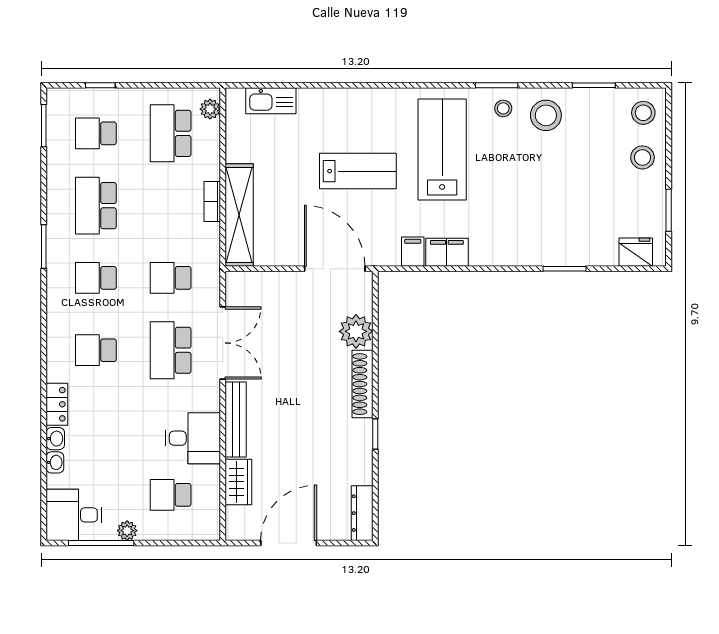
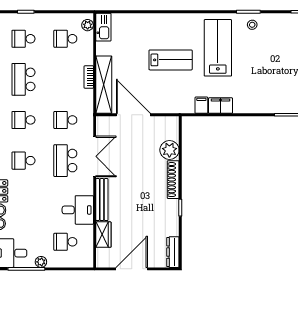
kitchen sink: (271, 101) -> (103, 27), moved, turned -90
stool: (546, 115) -> (276, 29), removed
school desk: (171, 133) -> (65, 39), width x0.54
door: (335, 269) -> (133, 115), moved

